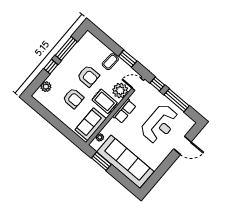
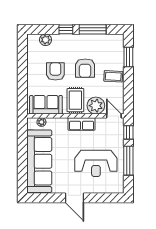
window: (128, 59) -> (128, 57), moved
armchair: (73, 98) -> (55, 71), turned 180
door: (182, 145) -> (74, 198), moved
window: (101, 161) -> (22, 141), removed

